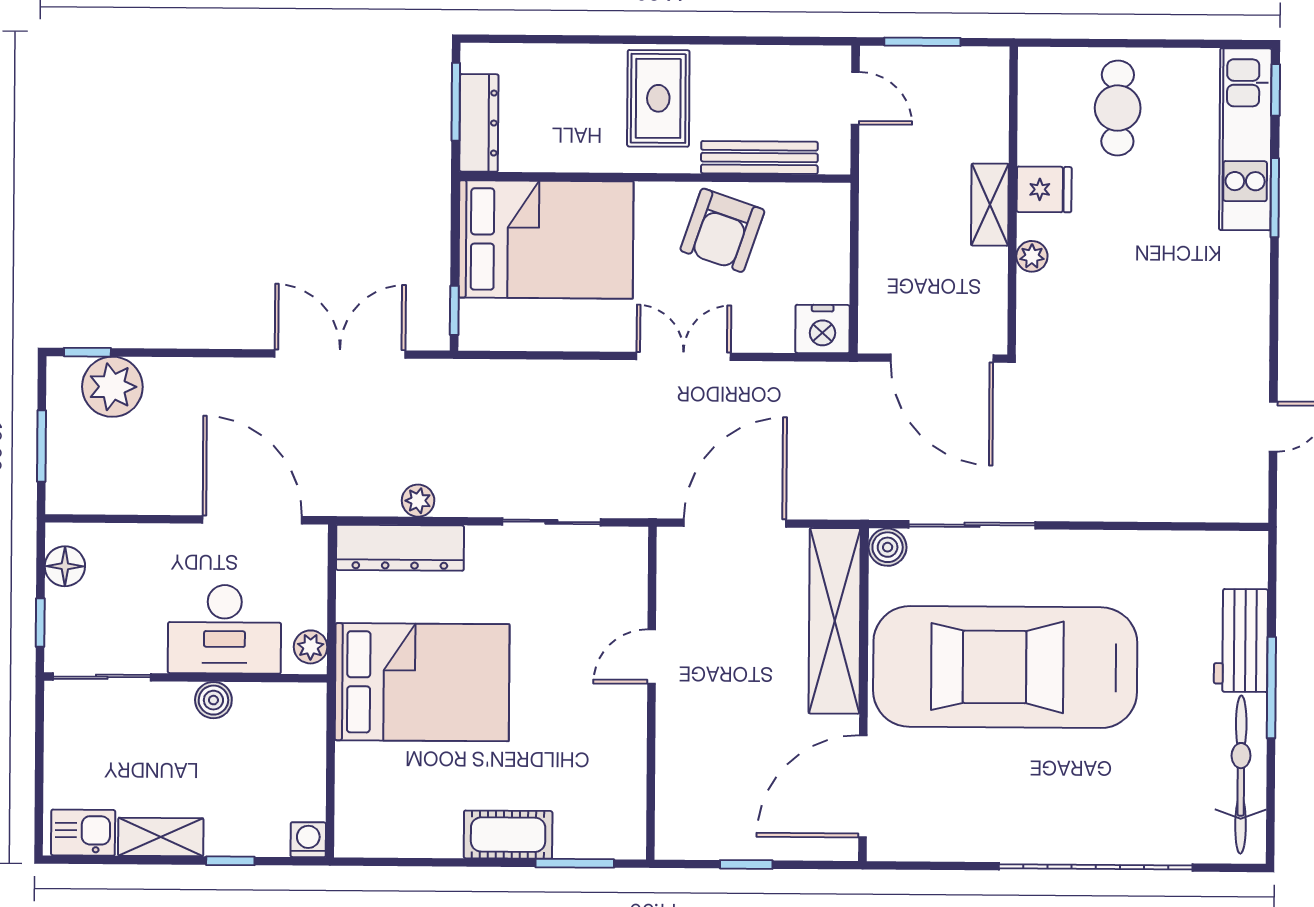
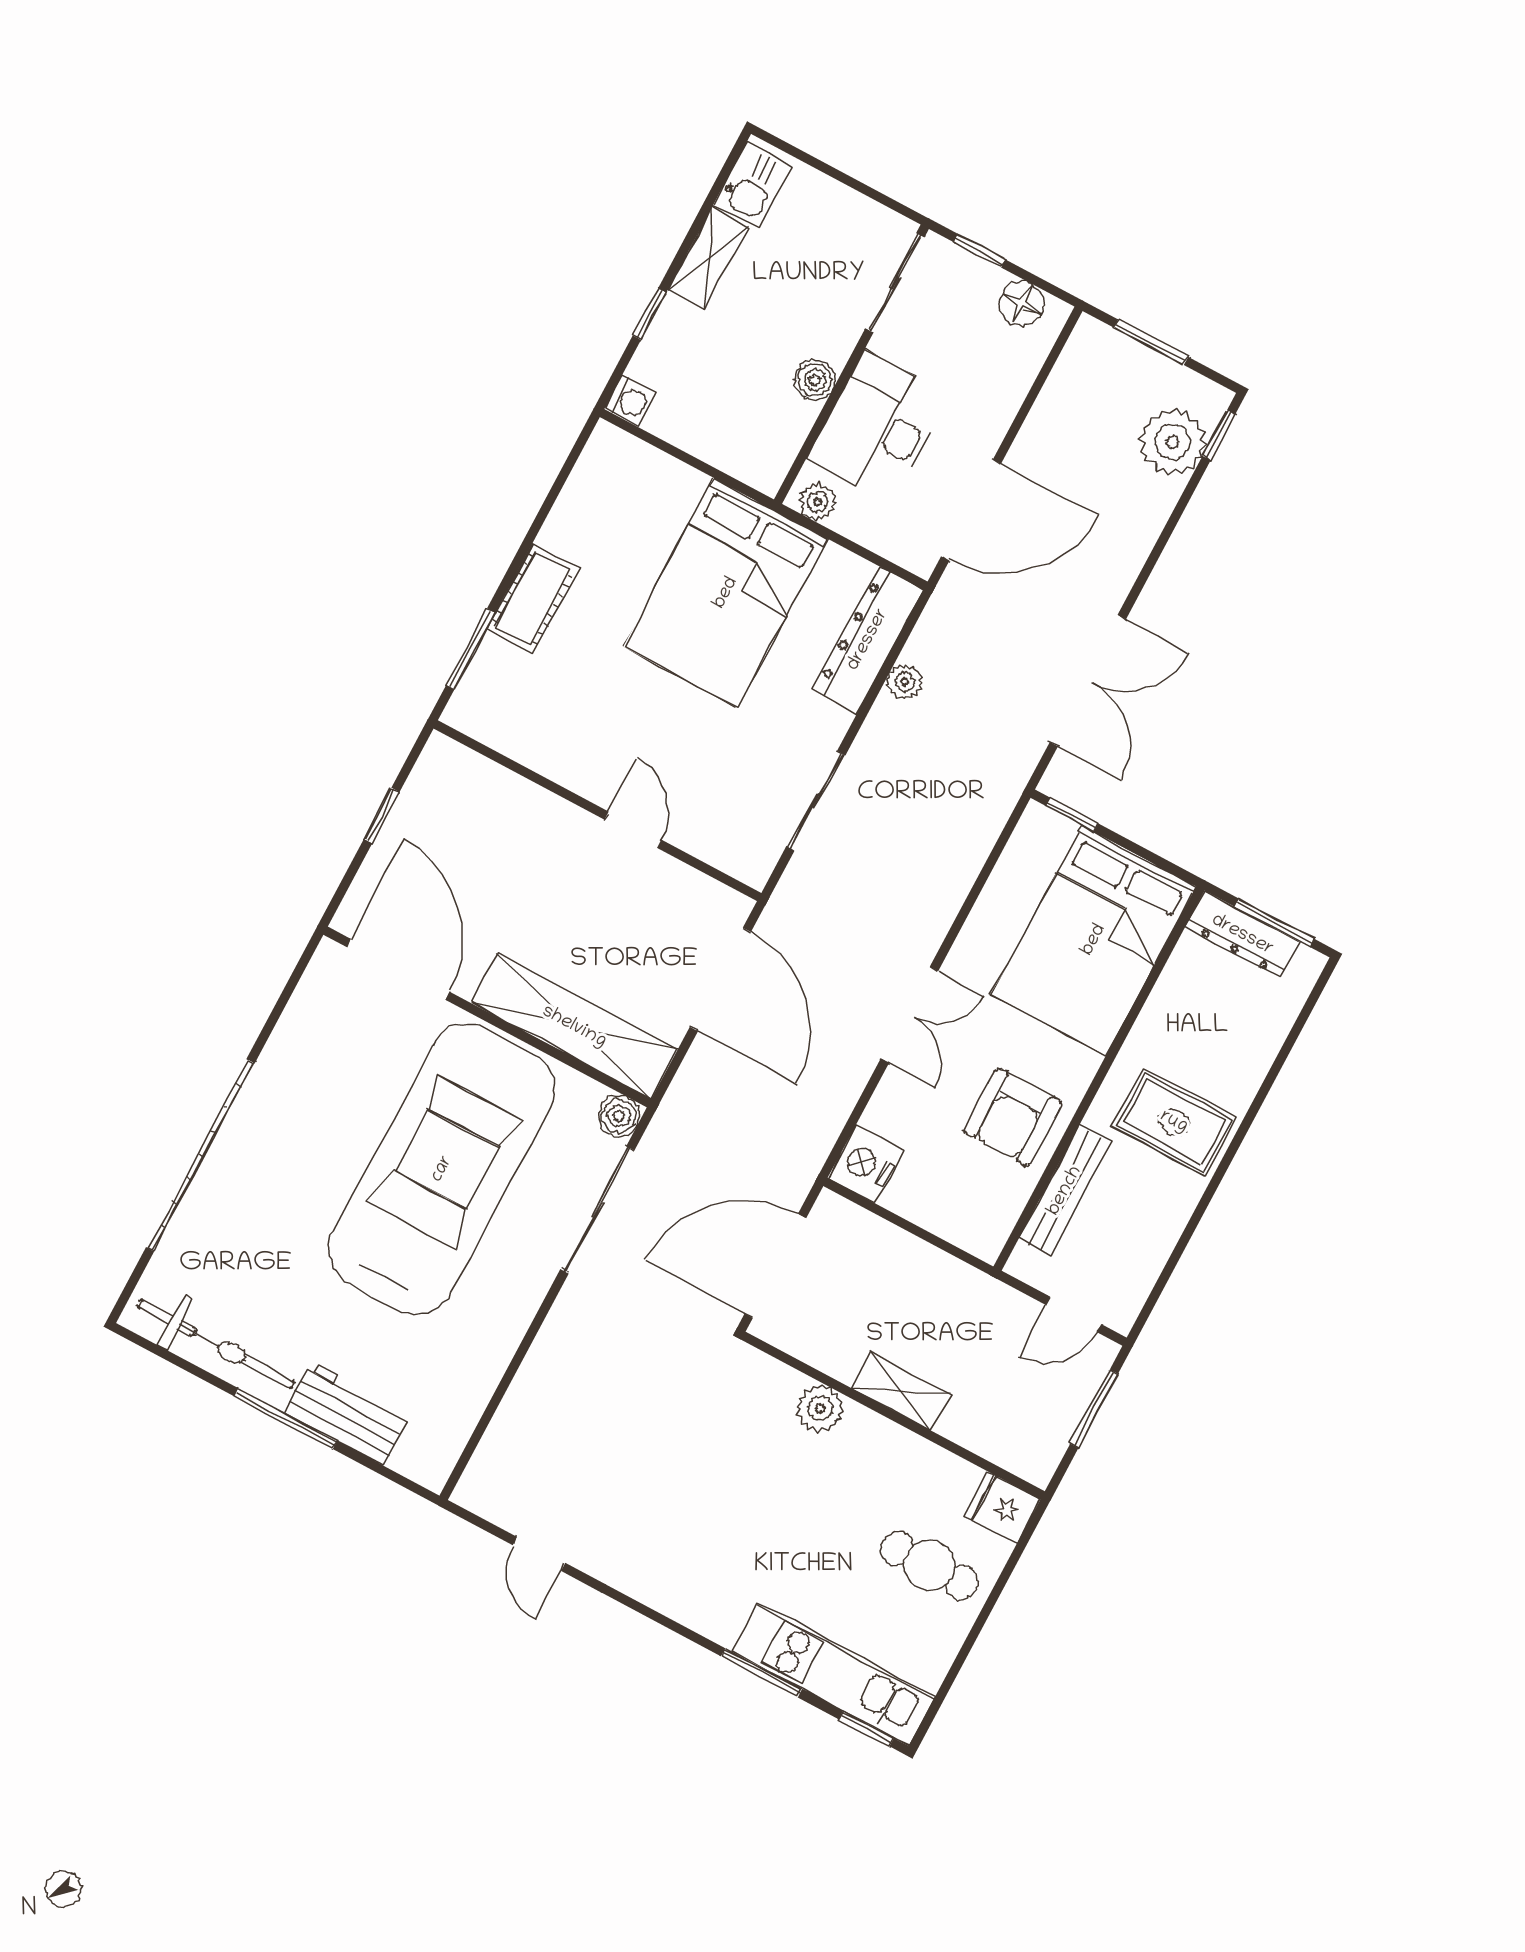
fridge: (1044, 189) -> (1002, 1508), moved, turned 90
armchair: (722, 230) -> (1013, 1117), turned -109
plant: (1032, 256) -> (820, 1408), width x1.38, depth x1.38

